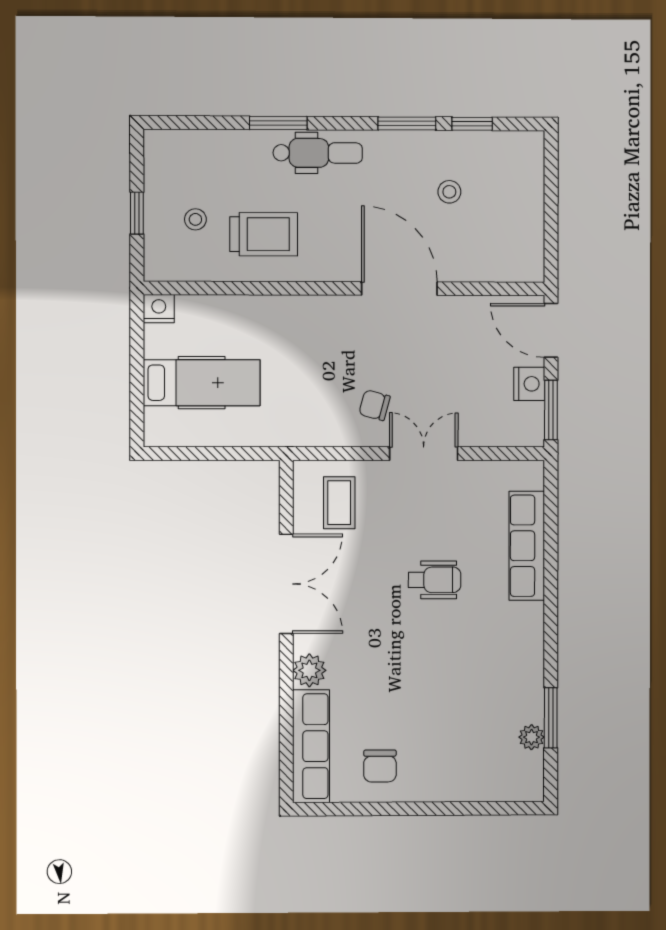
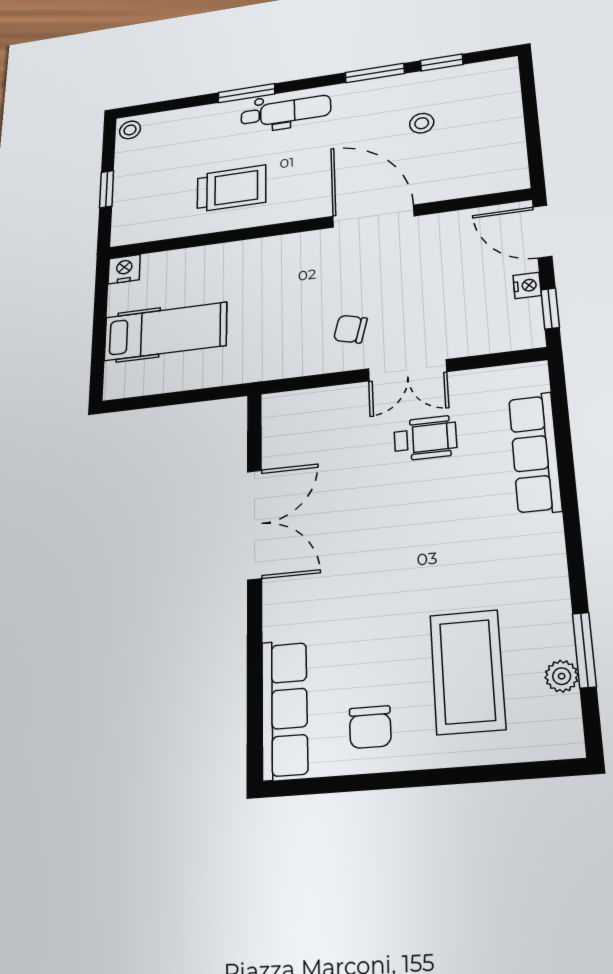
stool: (195, 219) -> (130, 130), moved
nightstand: (529, 384) -> (527, 285), width x0.72, depth x0.74
window: (551, 410) -> (550, 309), width x0.67
double door: (424, 454) -> (407, 370), swing flipped
coffee table: (339, 503) -> (467, 672), moved, width x1.86, depth x1.72
wheelchair: (434, 580) -> (425, 438), moved
plant: (309, 670) -> (282, 619), removed

